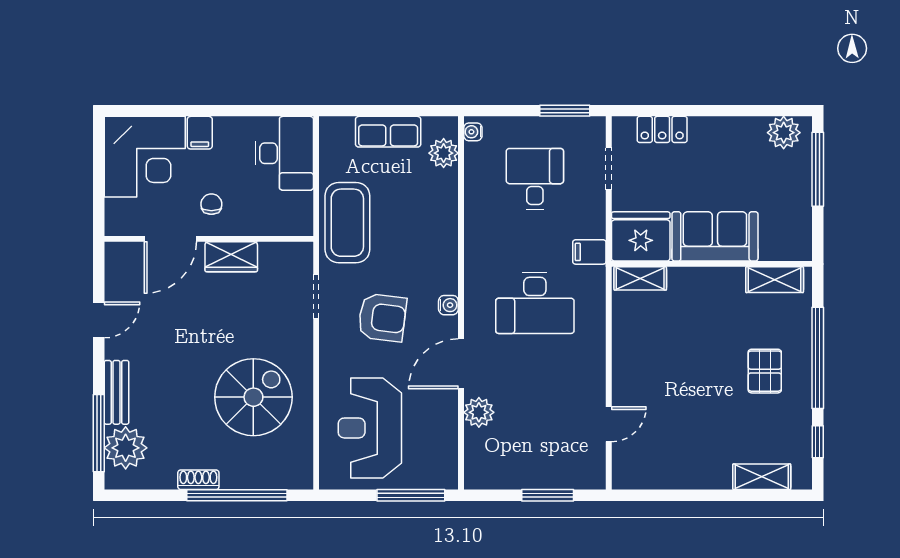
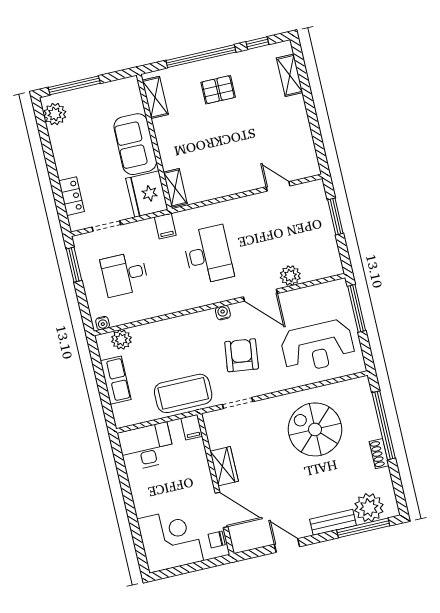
filing cabinet: (200, 133) -> (192, 427), moved, turned 90
chair: (211, 204) -> (217, 539), moved

